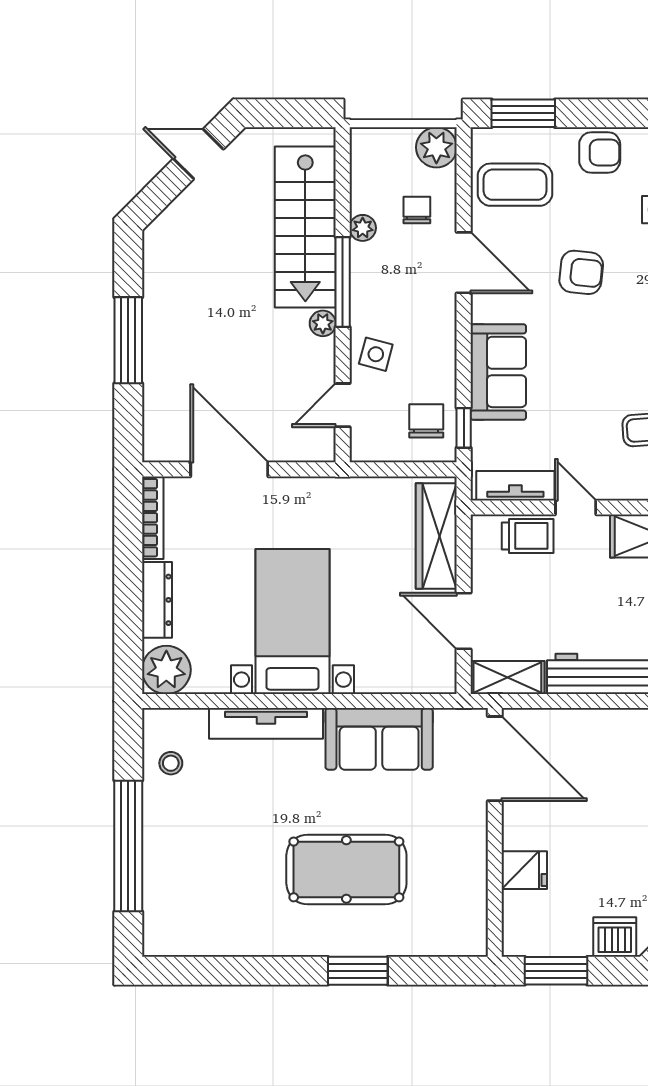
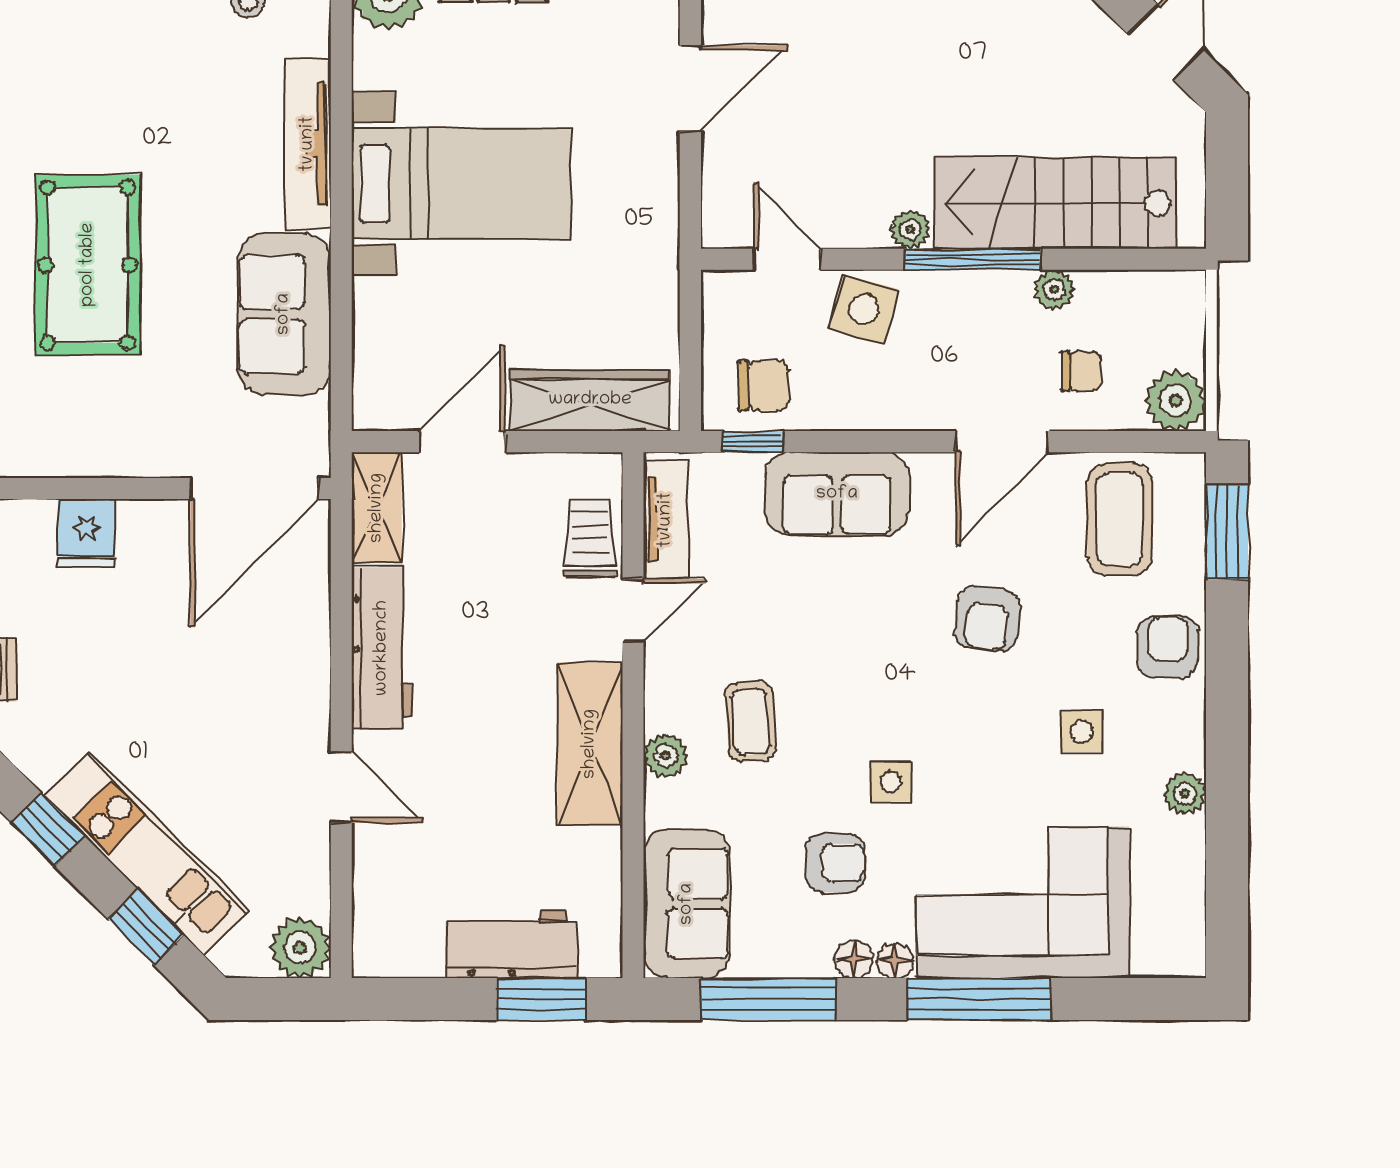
armchair: (600, 153) -> (1168, 647), turned 180
side table: (376, 354) -> (864, 309), width x1.37, depth x1.37
door: (229, 469) -> (690, 89), width x0.73
trolley: (528, 536) -> (590, 538), turned 180

